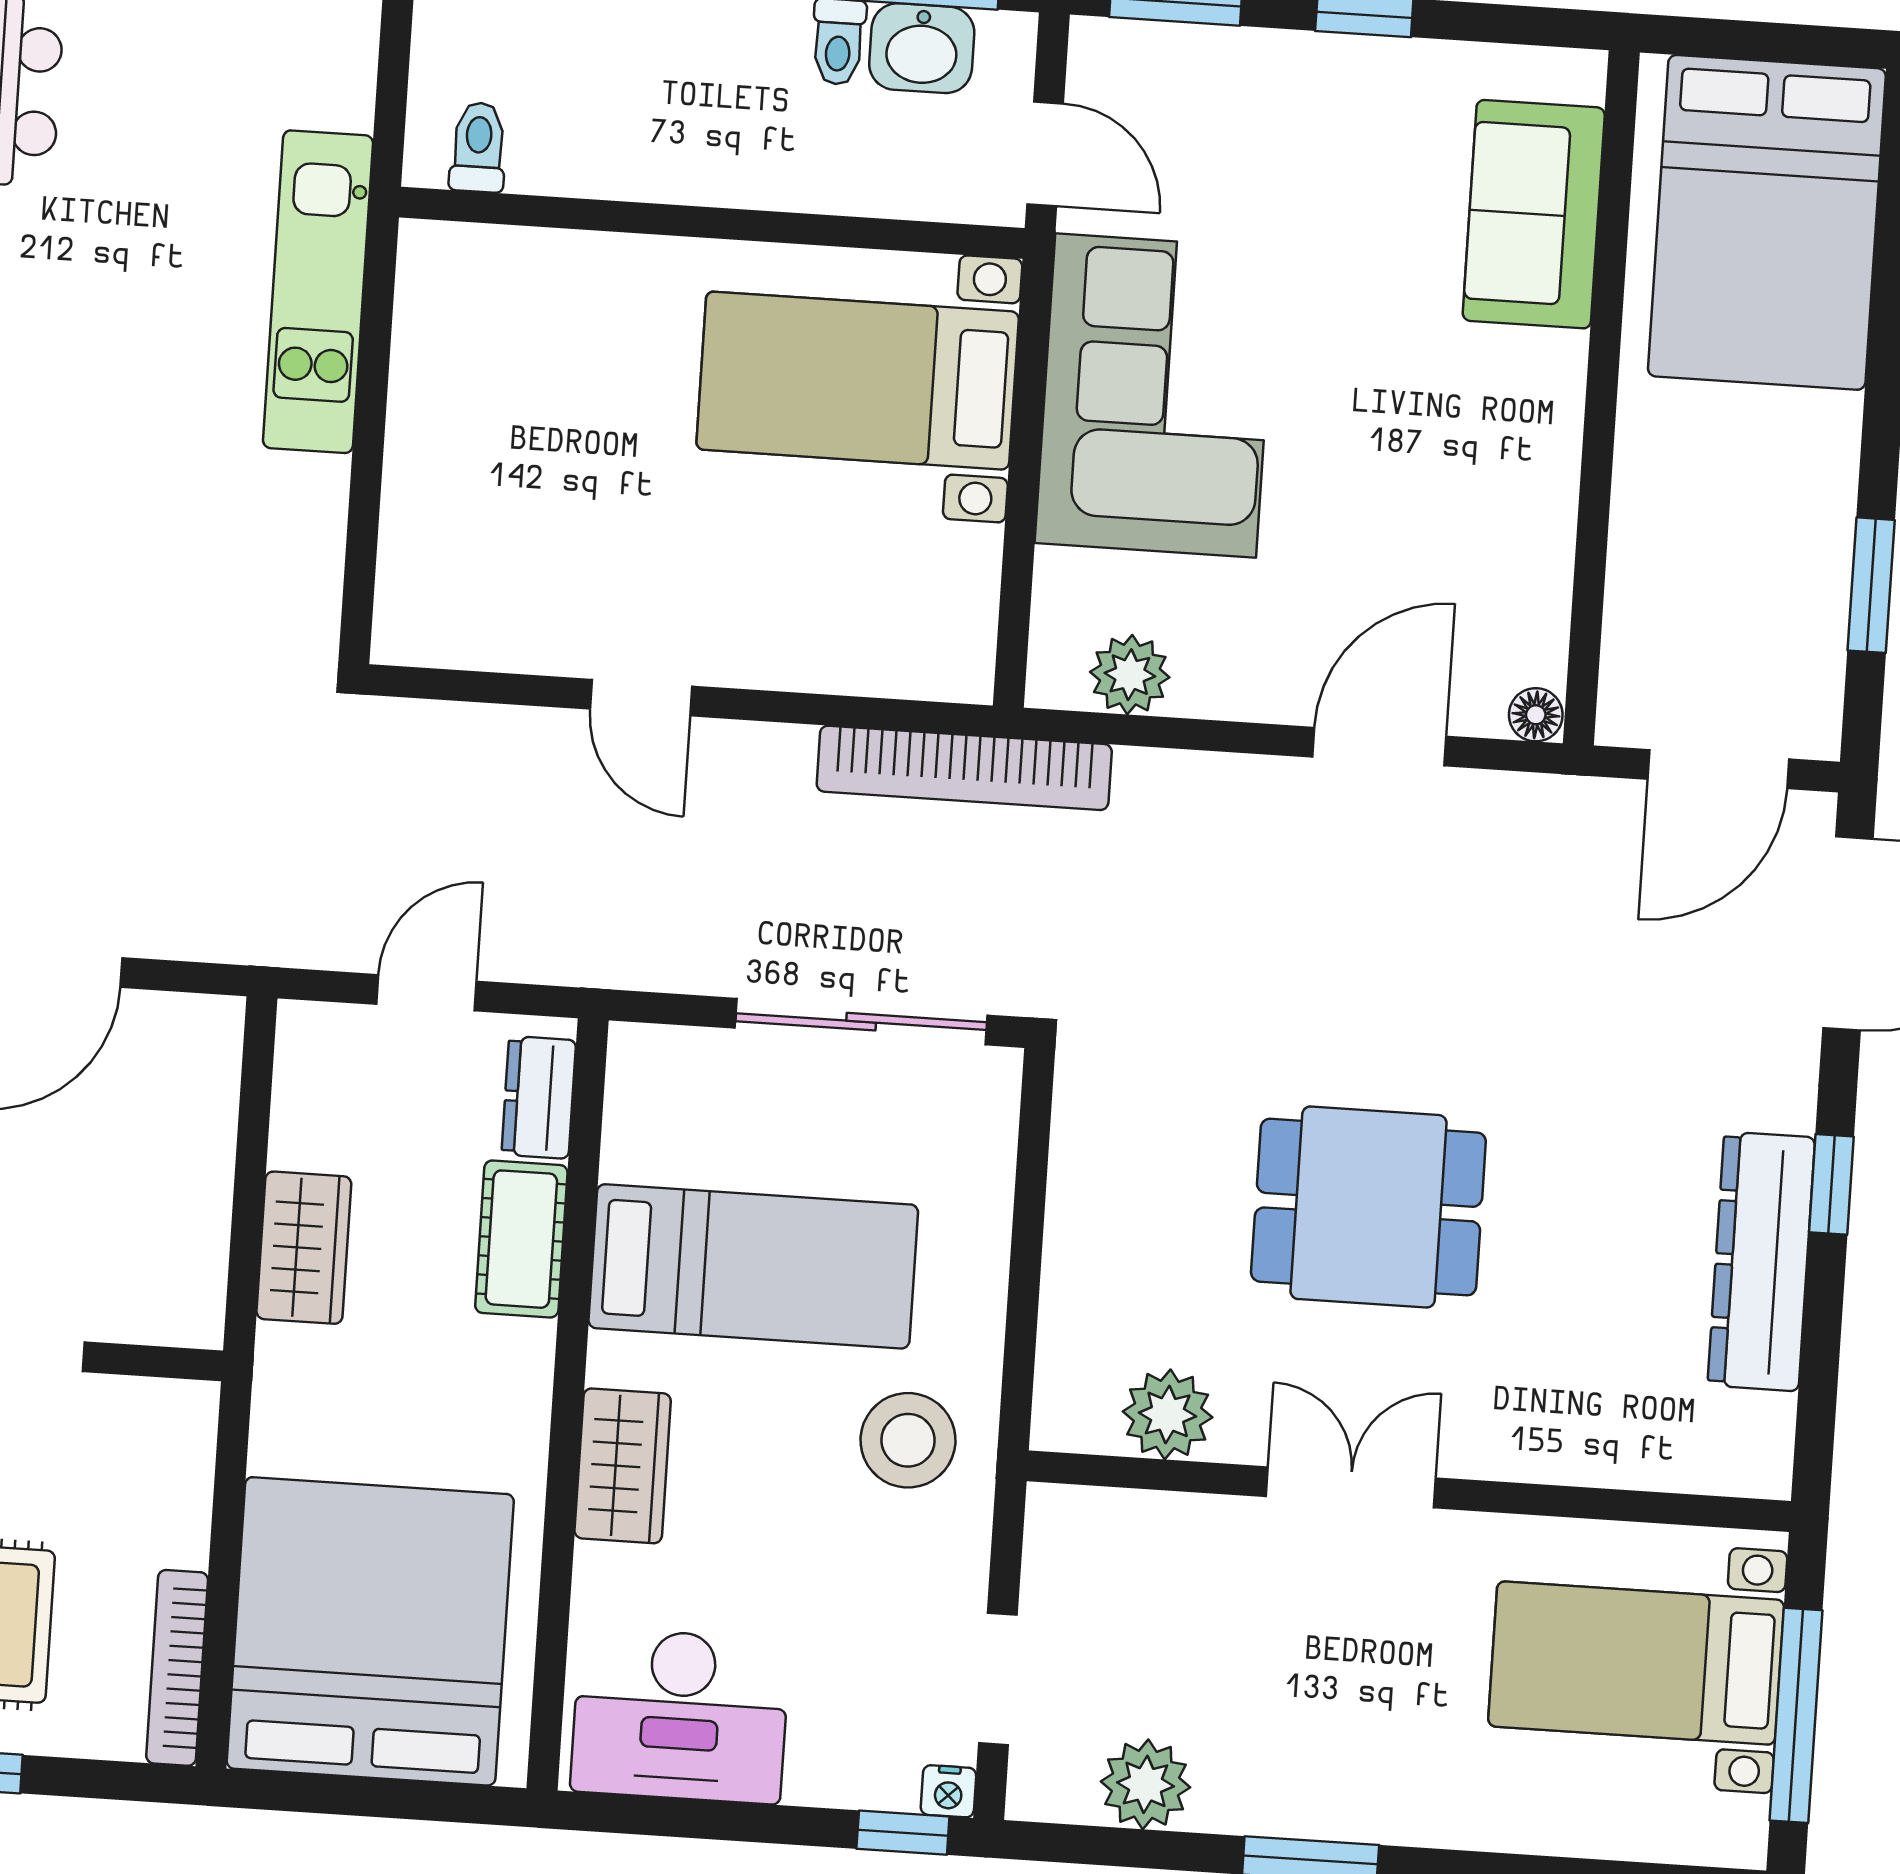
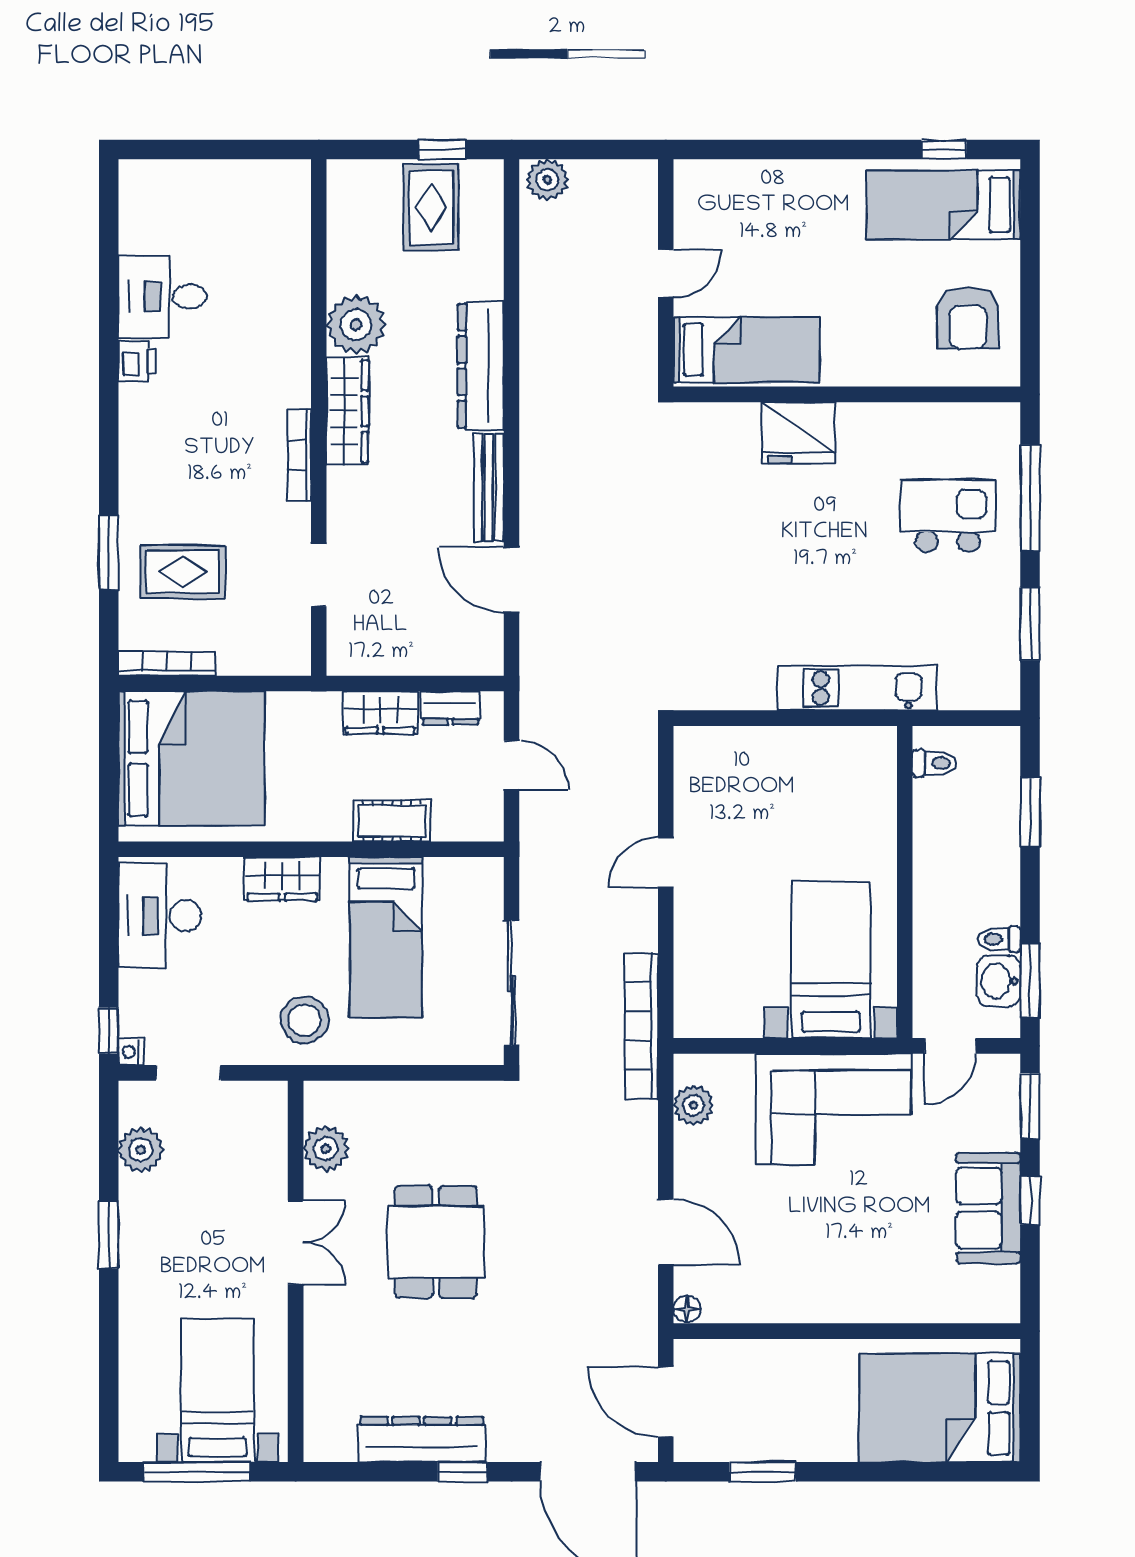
sofa: (1534, 214) -> (988, 1208), moved, turned -90
dresser: (539, 1097) -> (450, 708), moved, turned 180

